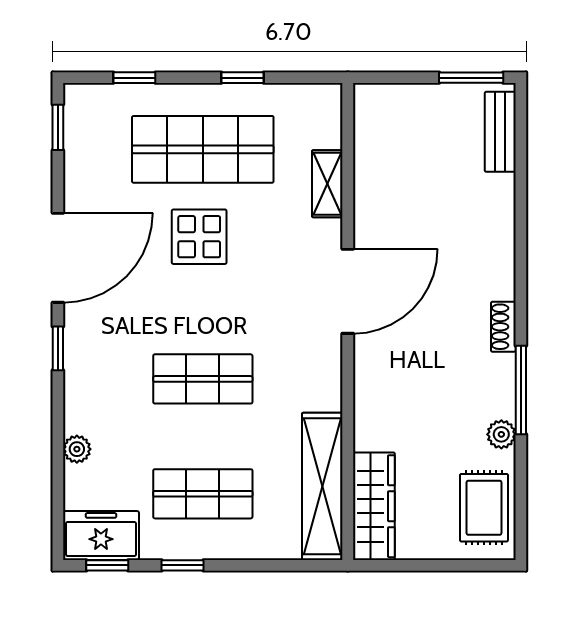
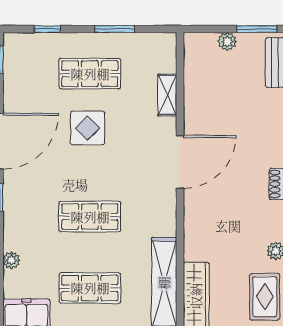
window: (243, 78) -> (115, 29), width x1.50
plant: (424, 98) -> (227, 42), added
shop shelf: (203, 149) -> (90, 74), width x0.70, depth x0.74

